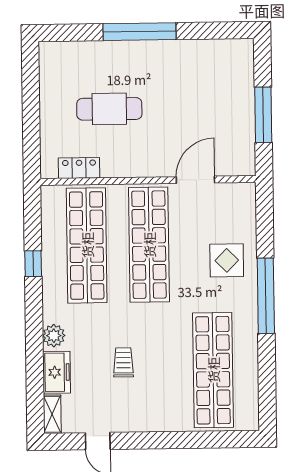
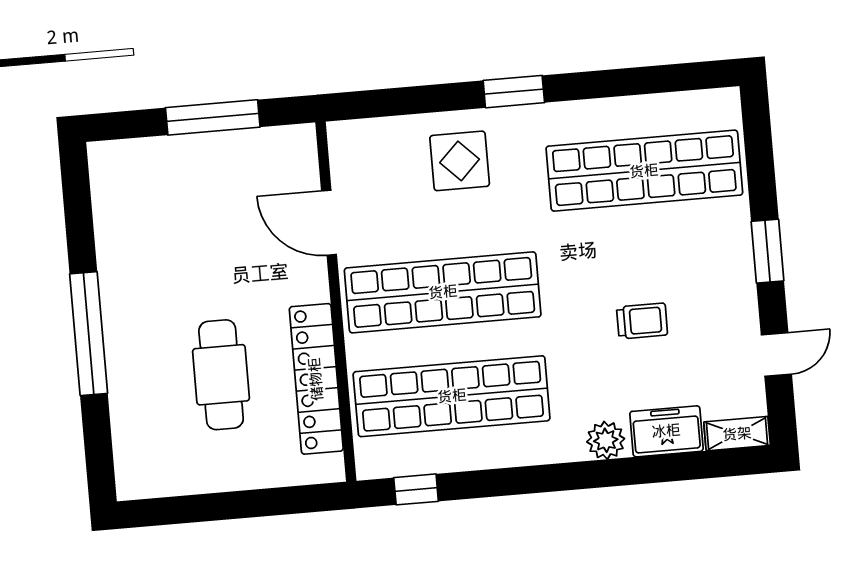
locker: (79, 168) -> (316, 379), width x2.16, depth x1.21
window: (33, 264) -> (416, 489), moved
window: (266, 296) -> (514, 92), width x0.47
trolley: (123, 362) -> (642, 321), turned 180
window: (160, 440) -> (768, 251), added

